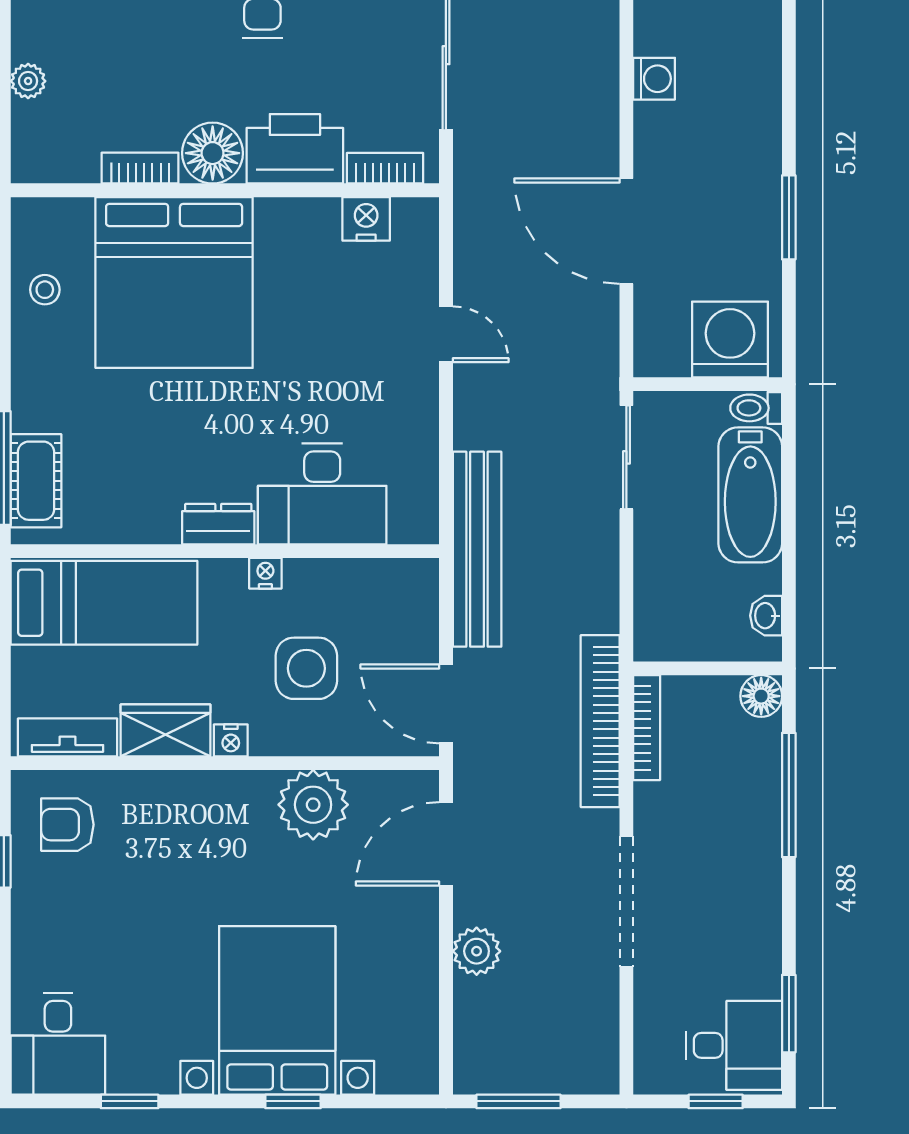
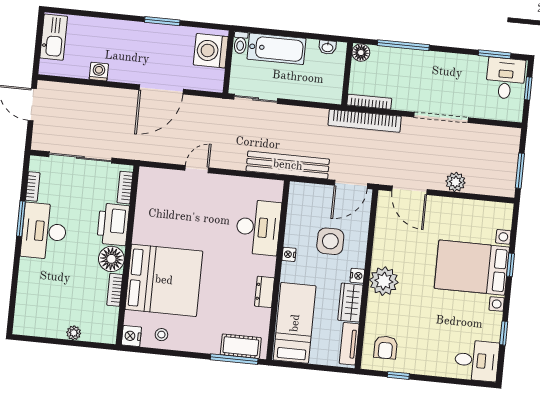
nightstand: (366, 219) -> (131, 336), moved
dresser: (218, 524) -> (264, 292), moved
plant: (313, 805) -> (384, 281), moved

